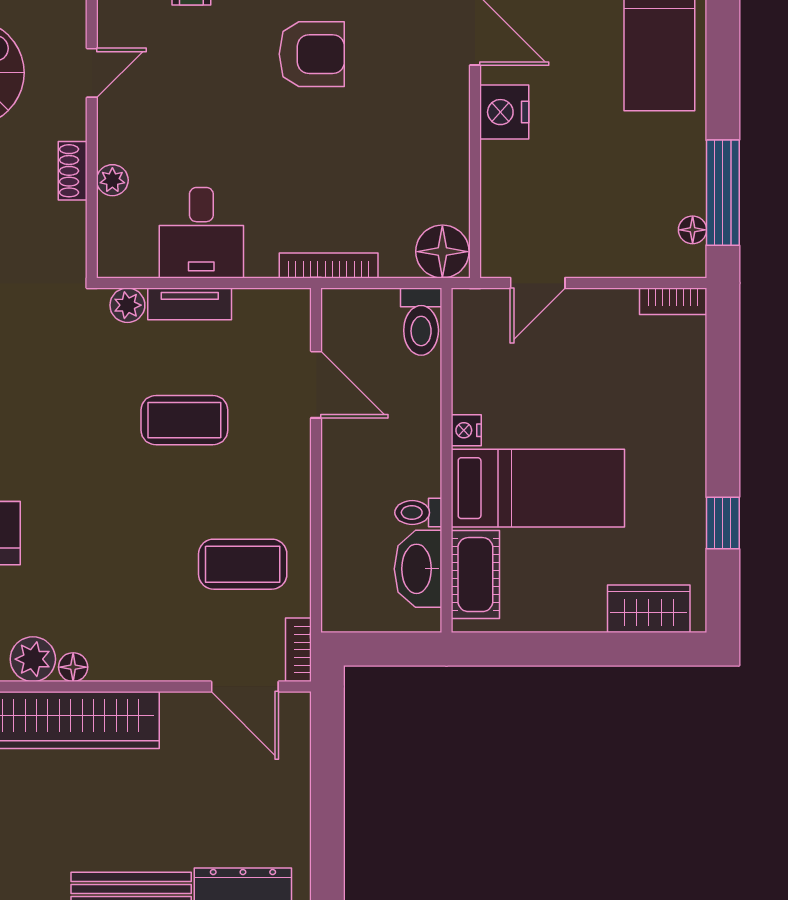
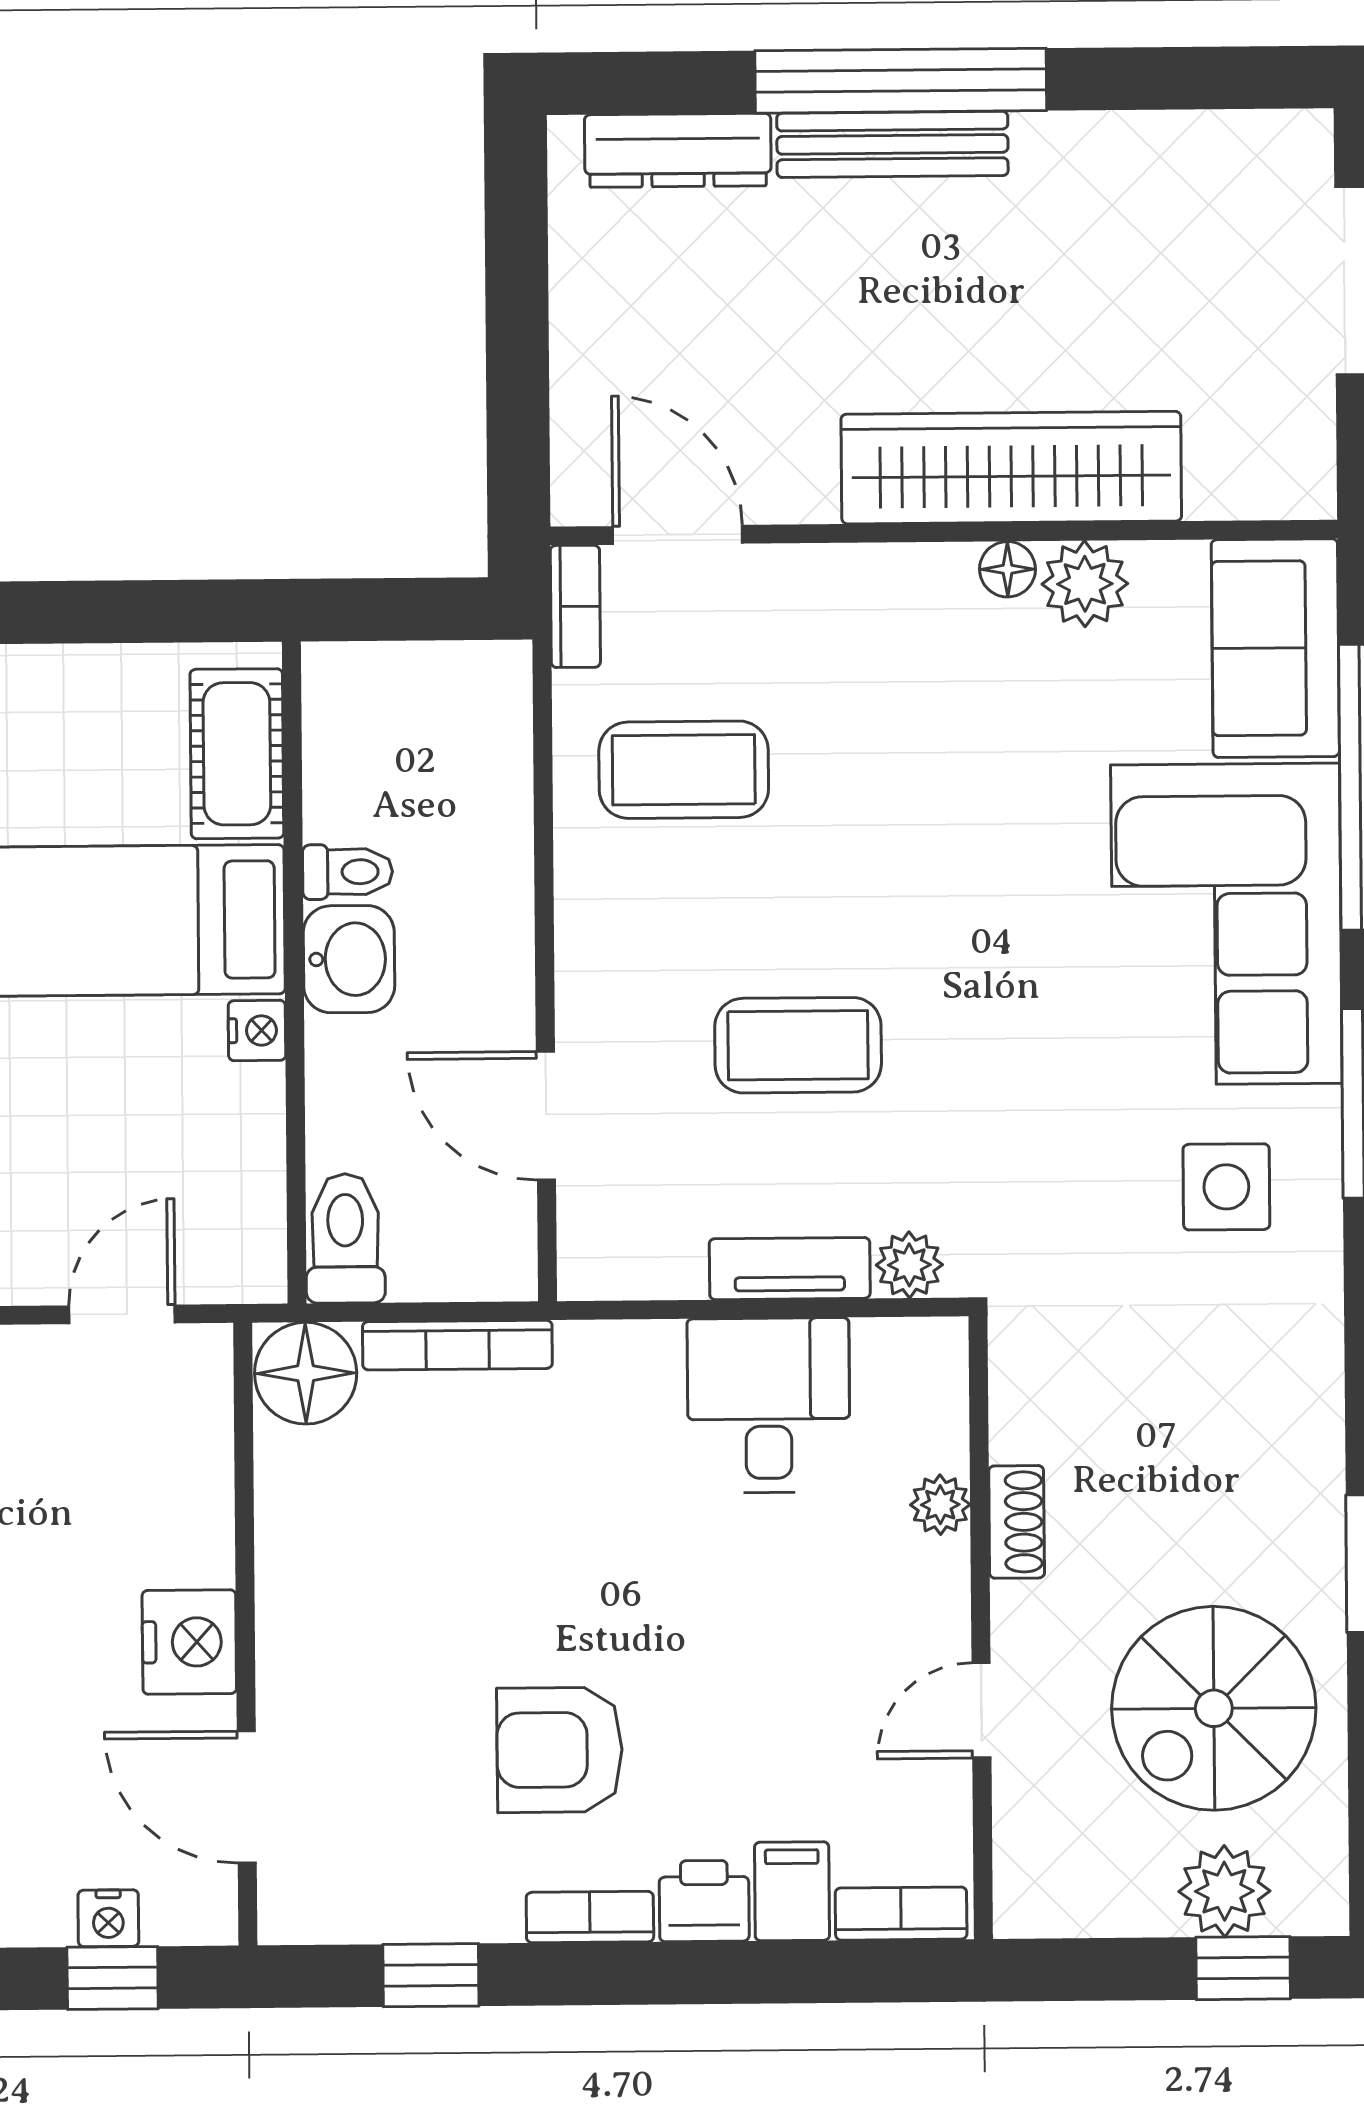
bookcase: (329, 265) -> (457, 1345), moved
washbasin: (418, 569) -> (349, 959), moved, width x0.72

